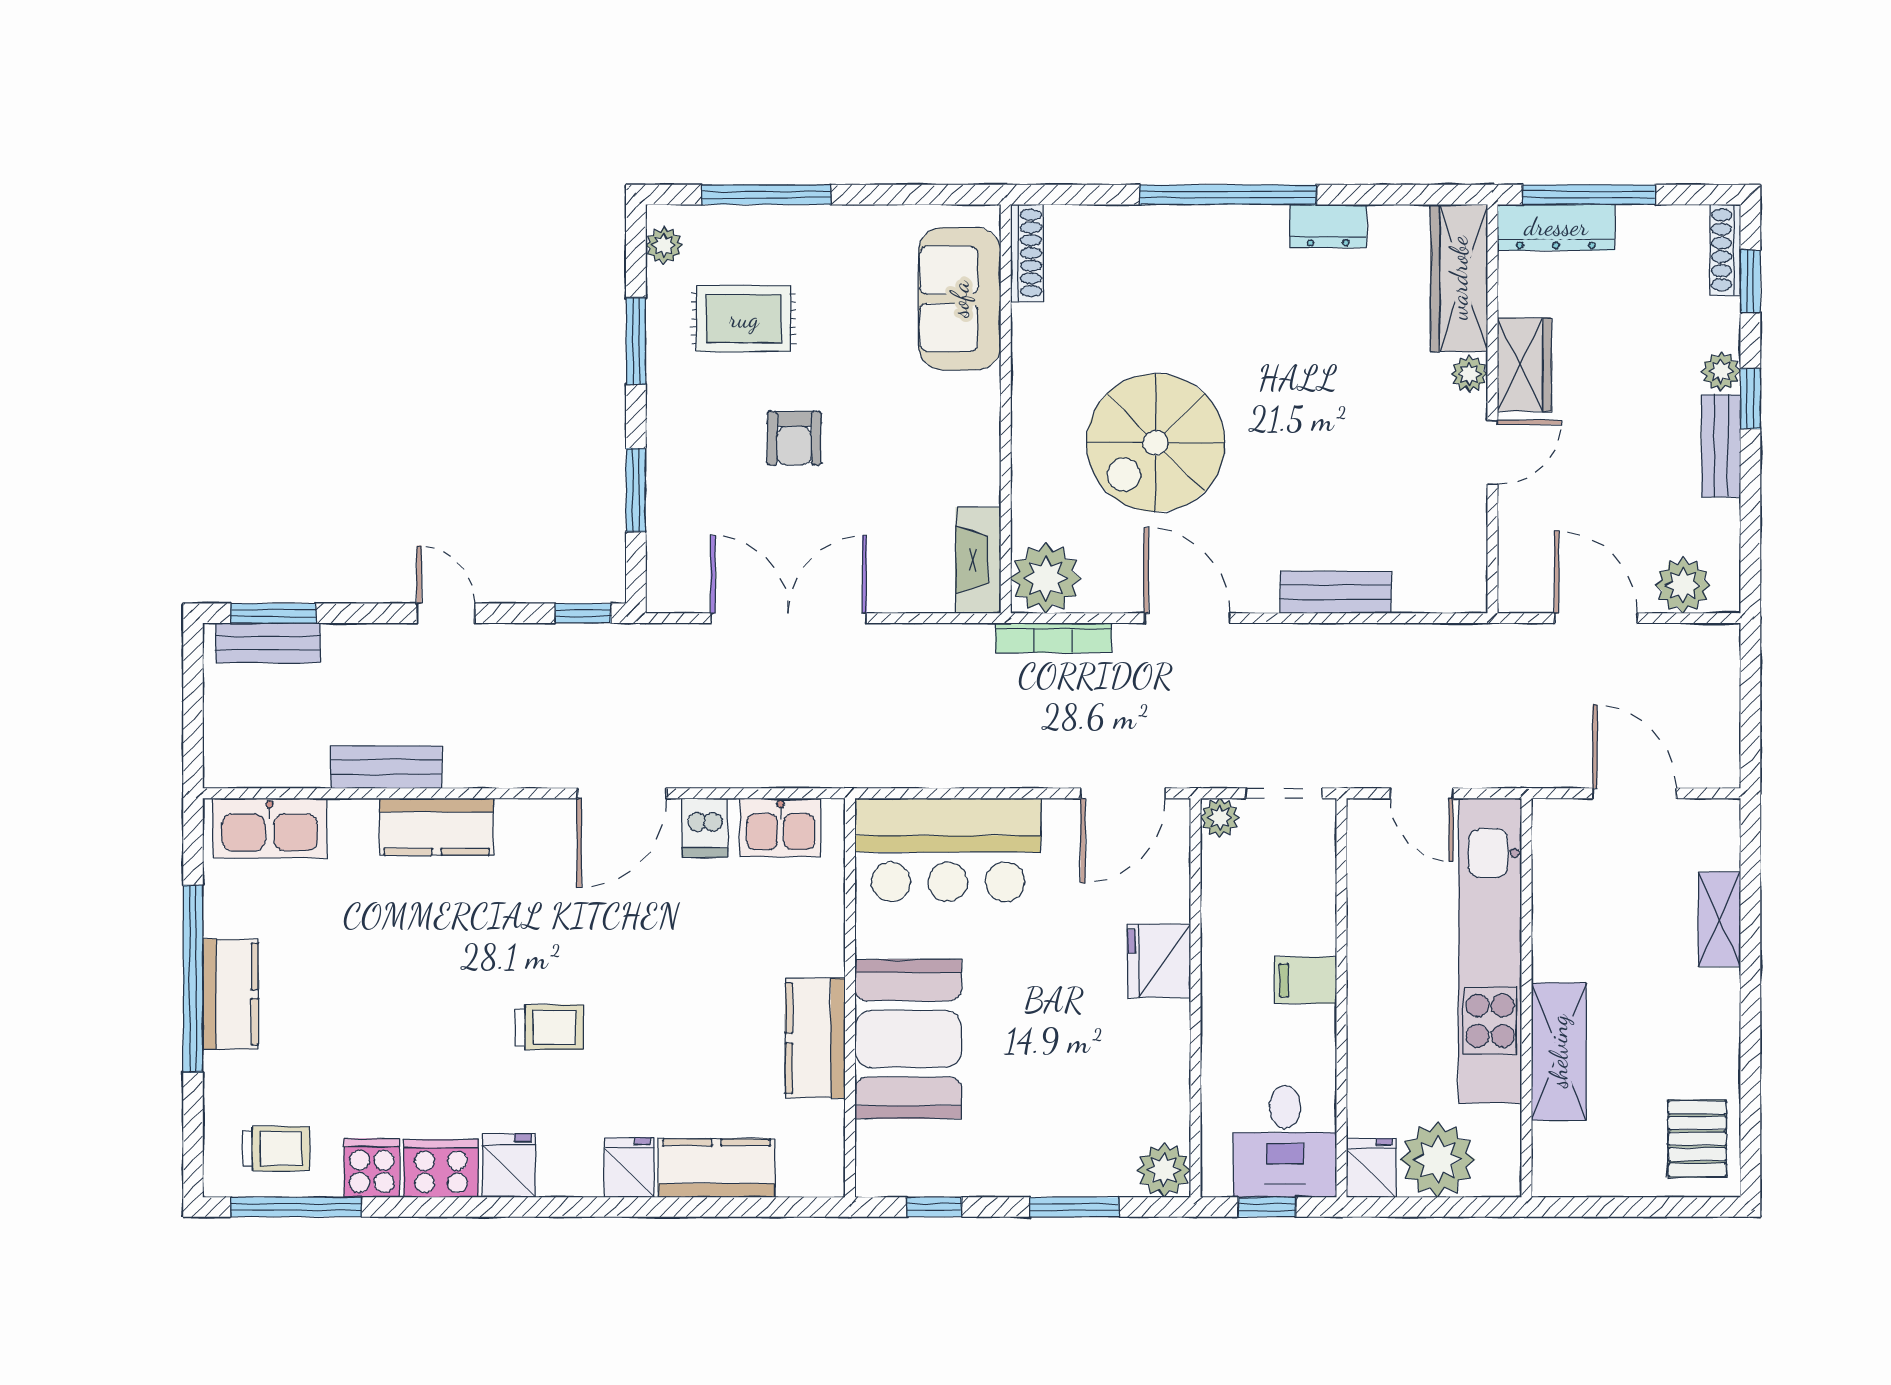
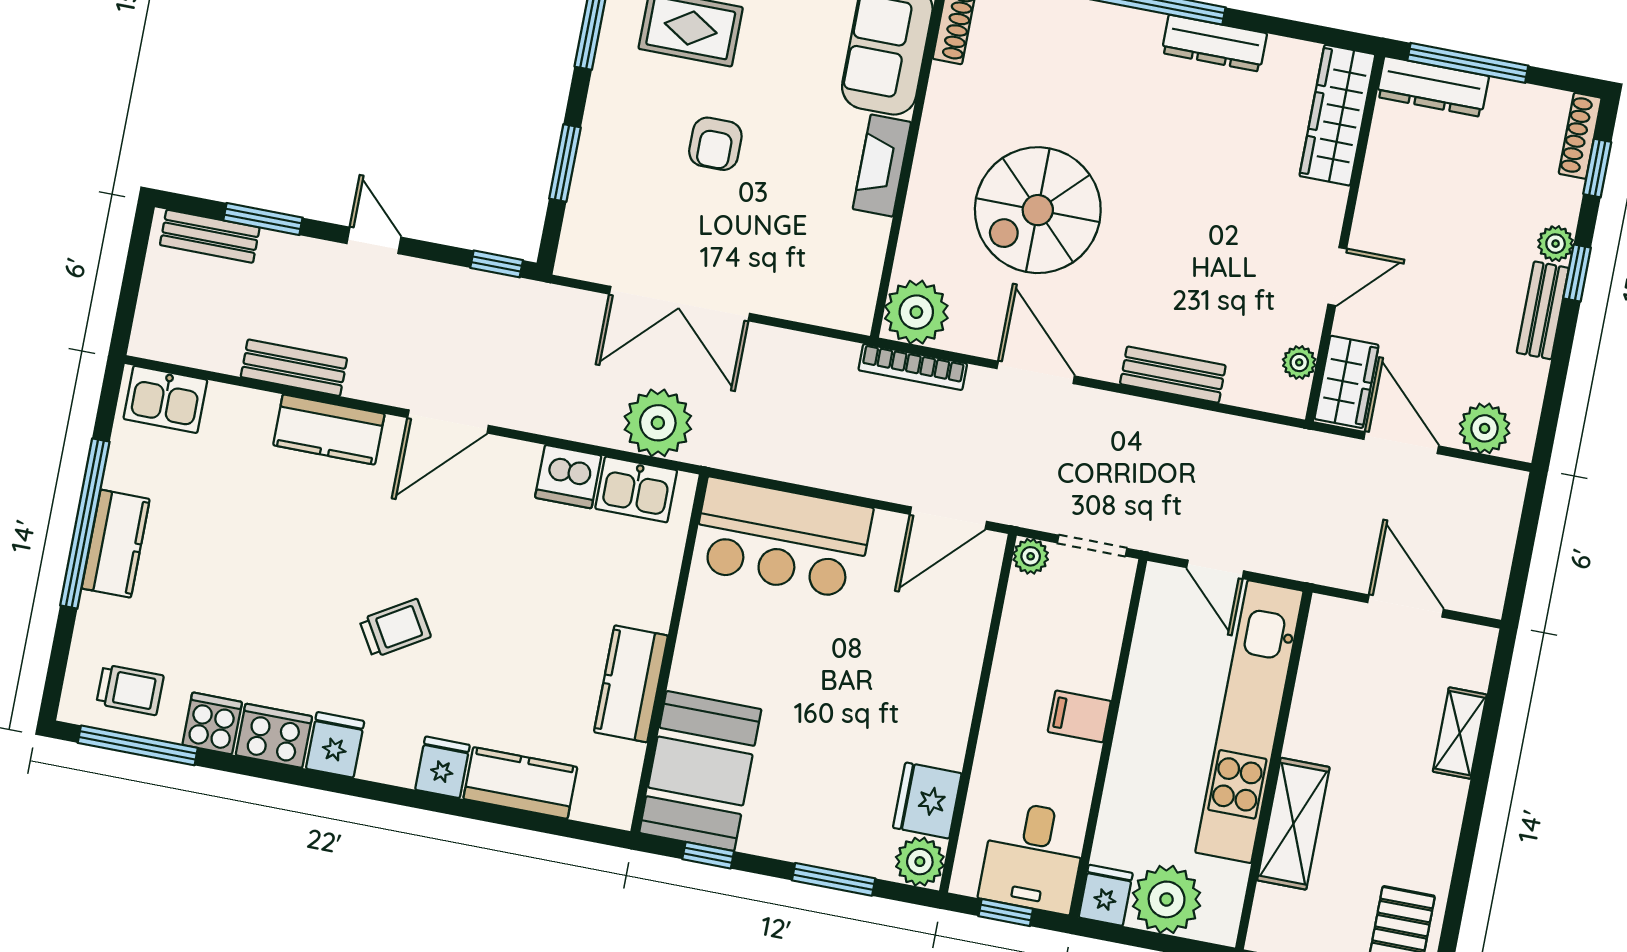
dresser: (1328, 226) -> (1214, 43), width x1.44
wardrobe: (1524, 365) -> (1347, 382), moved
plant: (1469, 374) -> (1299, 362), moved
fireplace: (978, 560) -> (882, 166), moved
window: (273, 613) -> (263, 219), moved
double door: (789, 618) -> (679, 304), swing flipped
plant: (790, 751) -> (658, 423), added
door: (622, 793) -> (448, 422), moved
kitchen sink: (270, 828) -> (165, 399), width x0.73
dishwasher: (705, 828) -> (568, 477), width x1.38
fridge: (1159, 961) -> (927, 801), moved
trolley: (549, 1027) -> (395, 628), turned -31
booth: (908, 1039) -> (700, 771), moved

